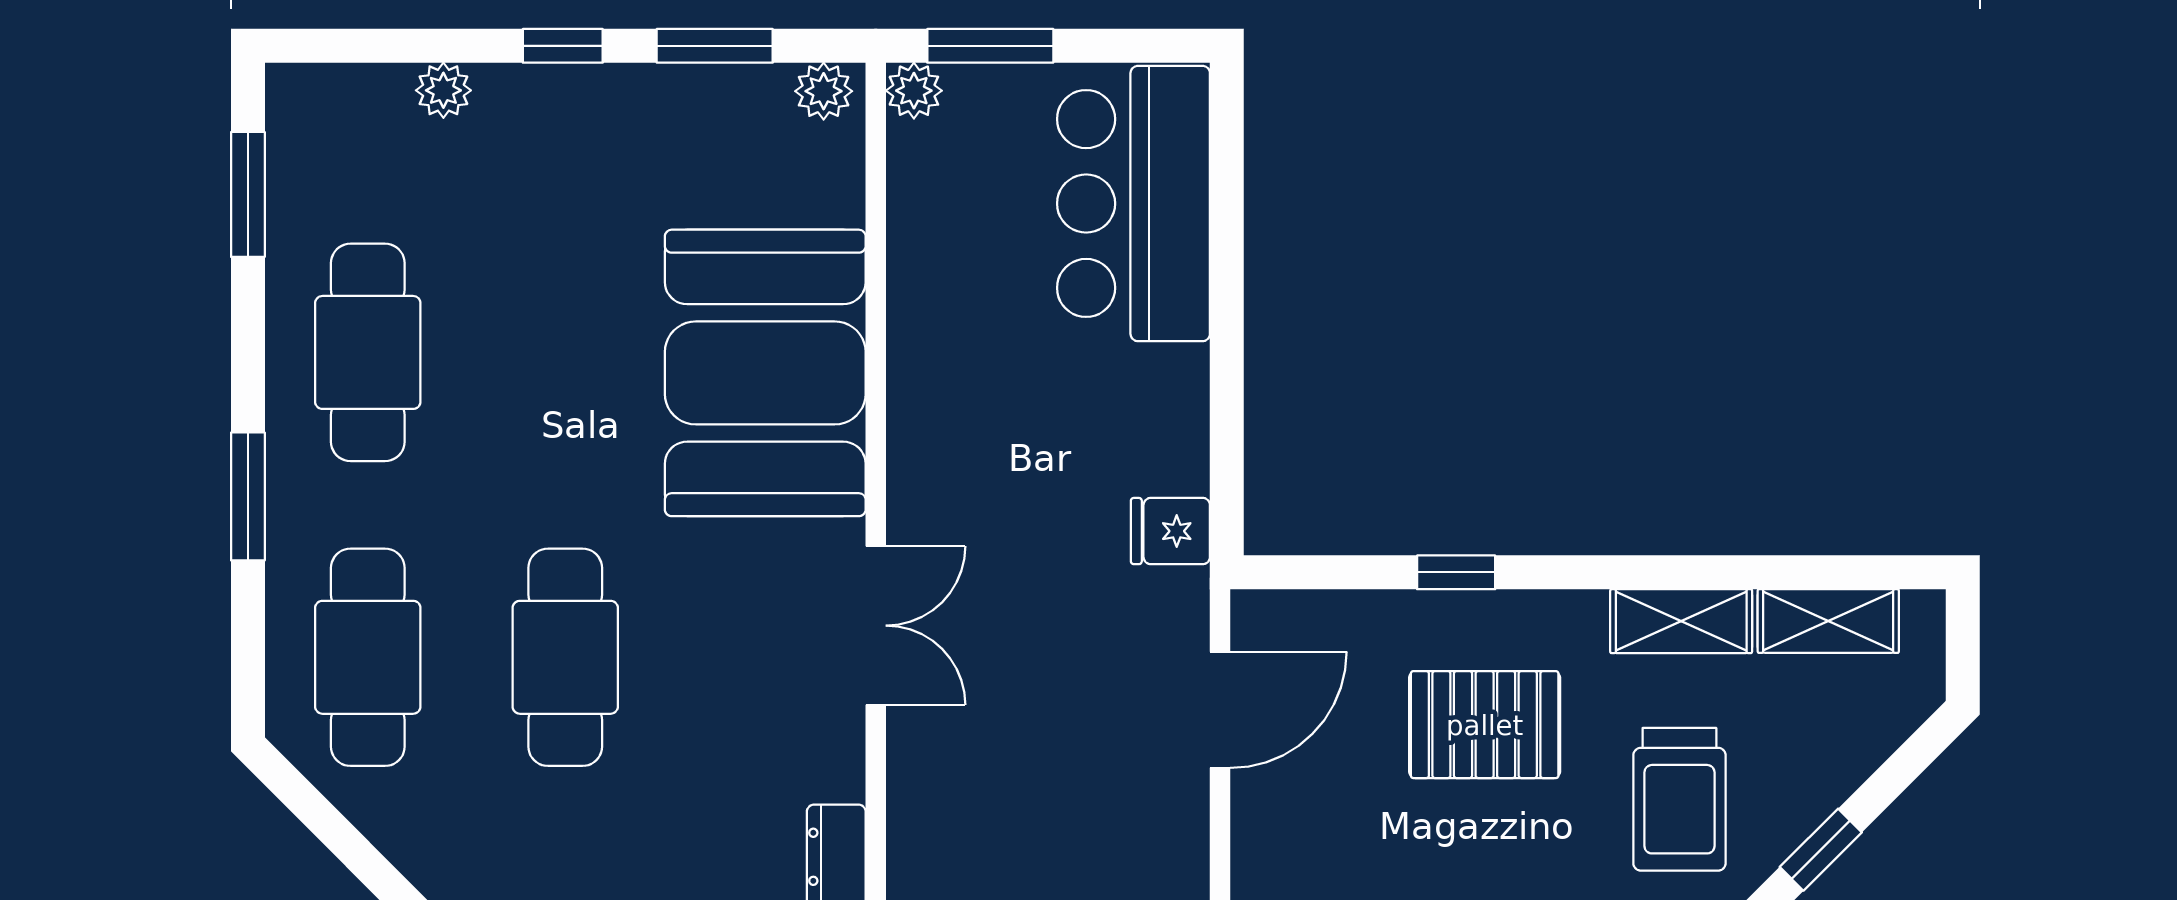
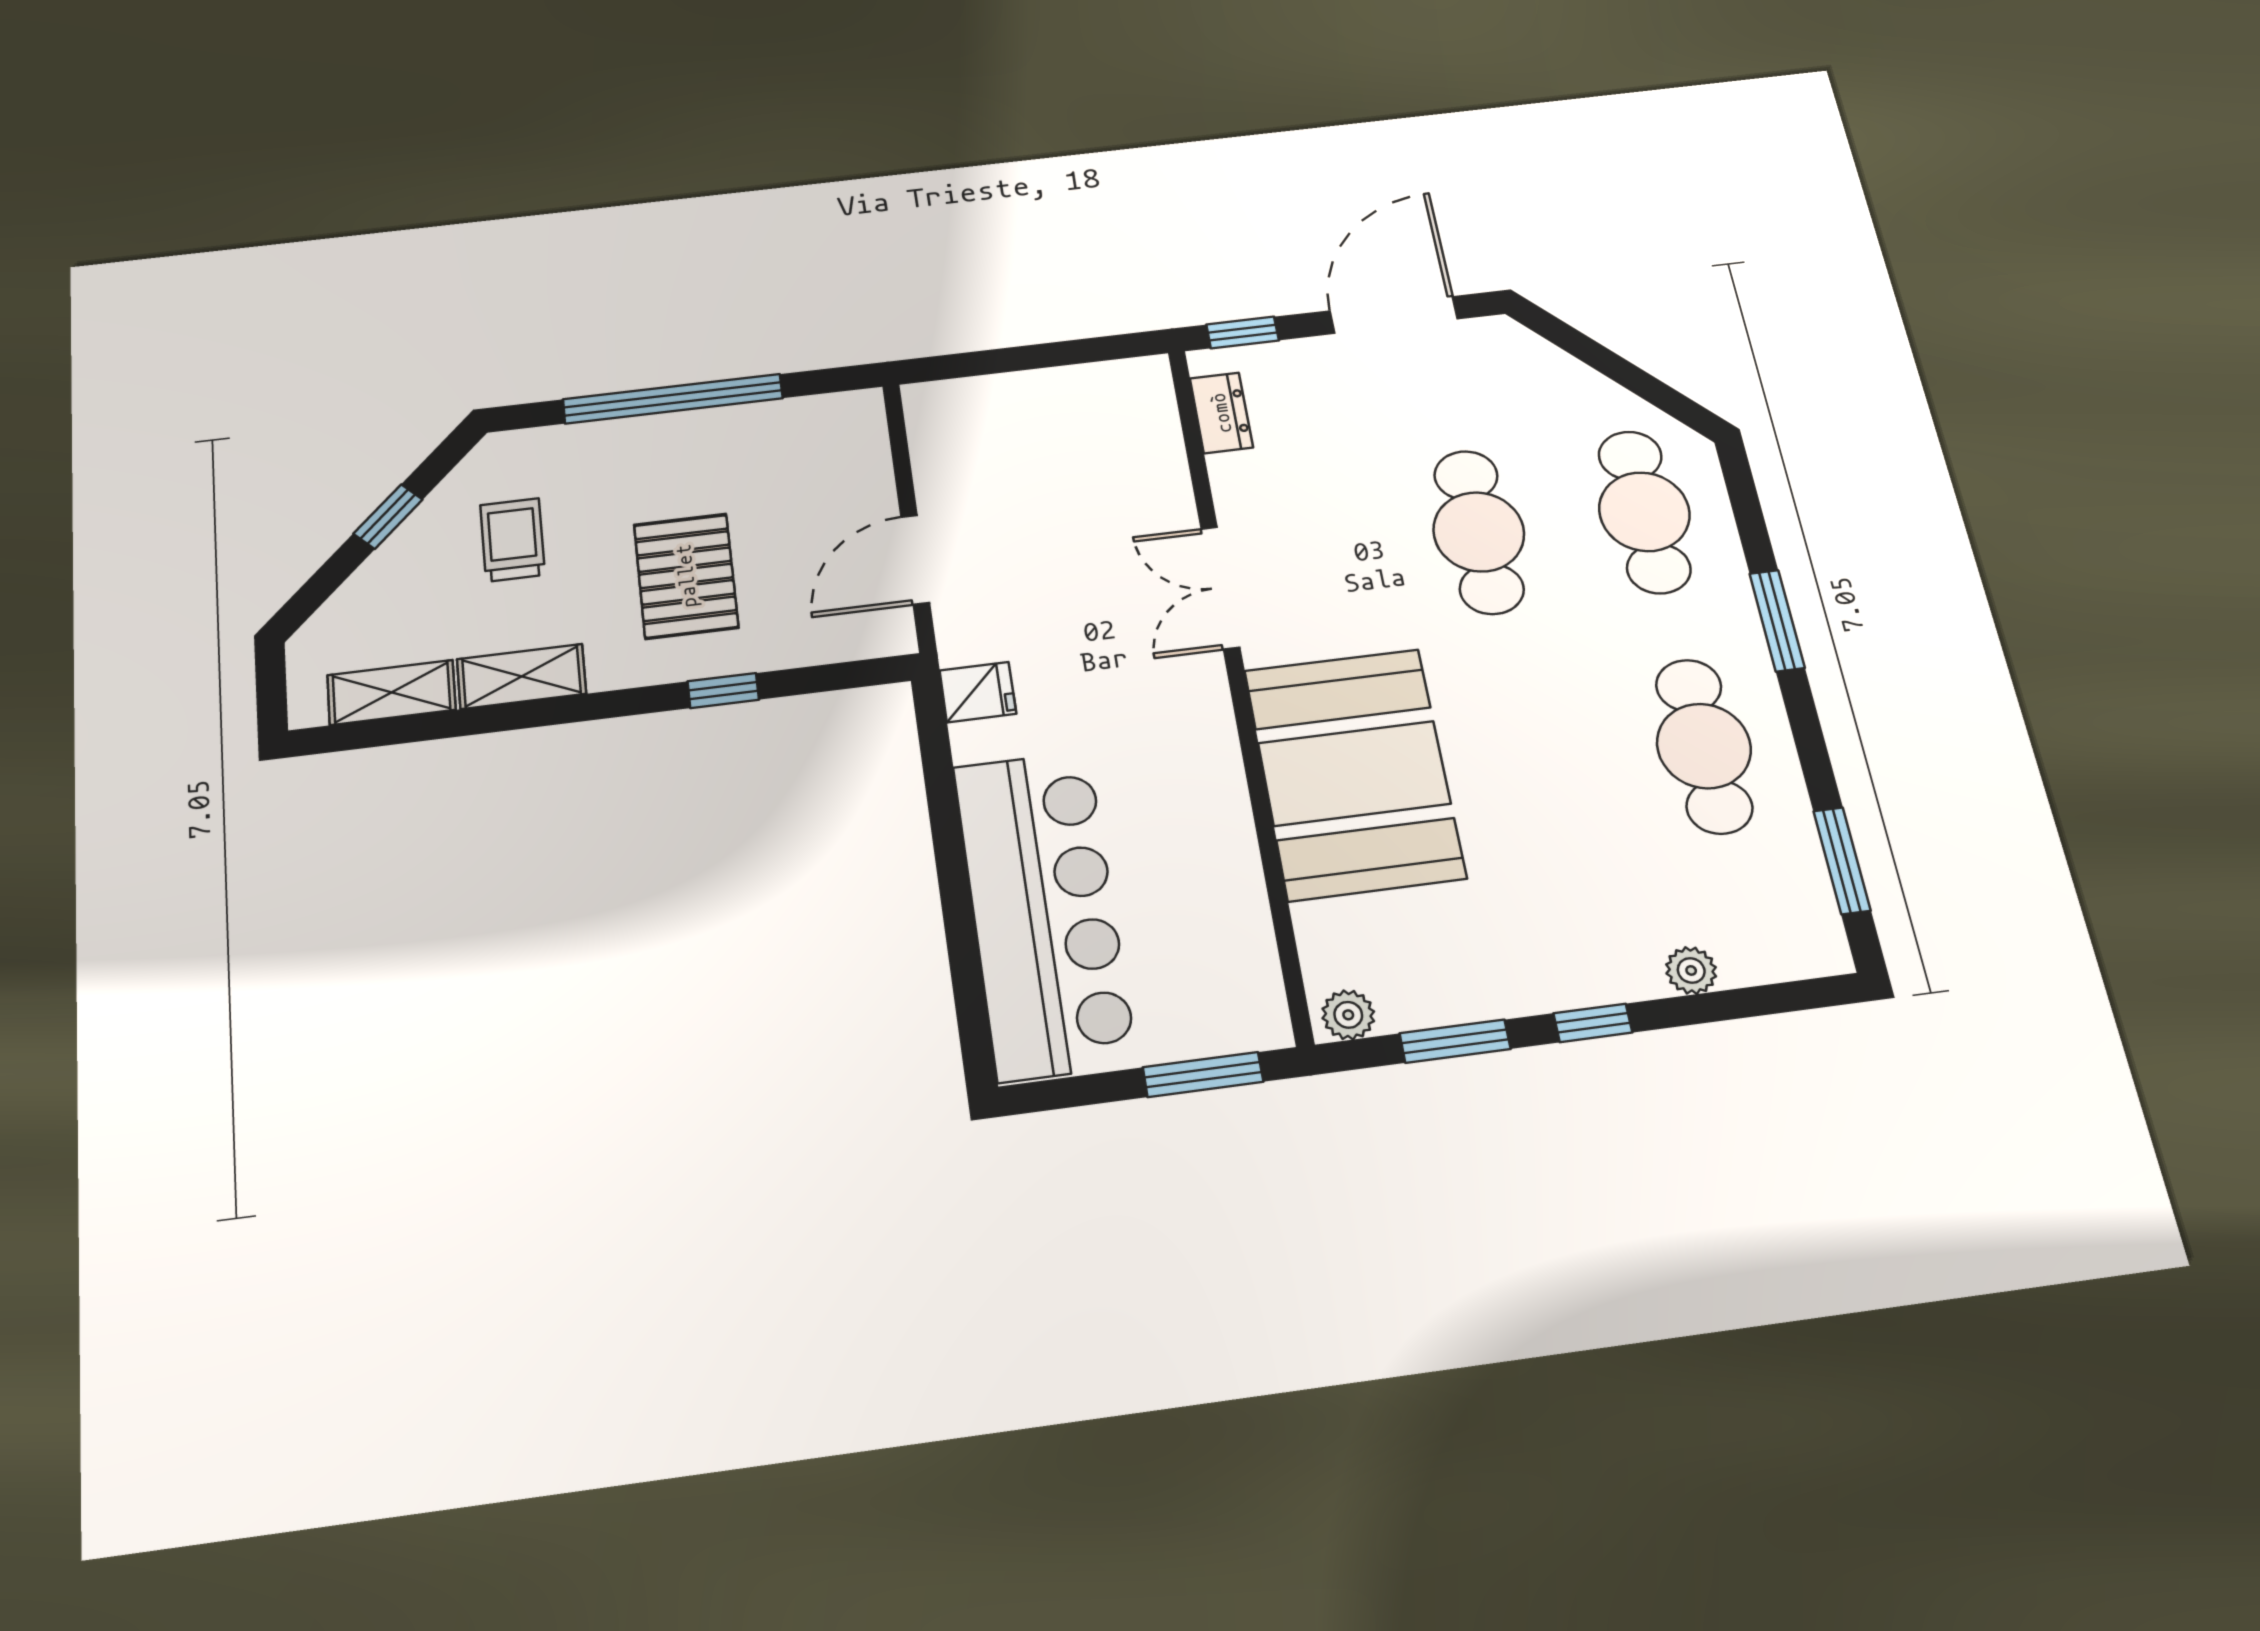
plant: (914, 91) -> (1266, 1026), removed
bar counter: (1134, 204) -> (1044, 913), width x1.36
pallet: (1485, 725) -> (686, 576), turned 90
trolley: (1679, 799) -> (513, 540), width x0.73, depth x0.72

